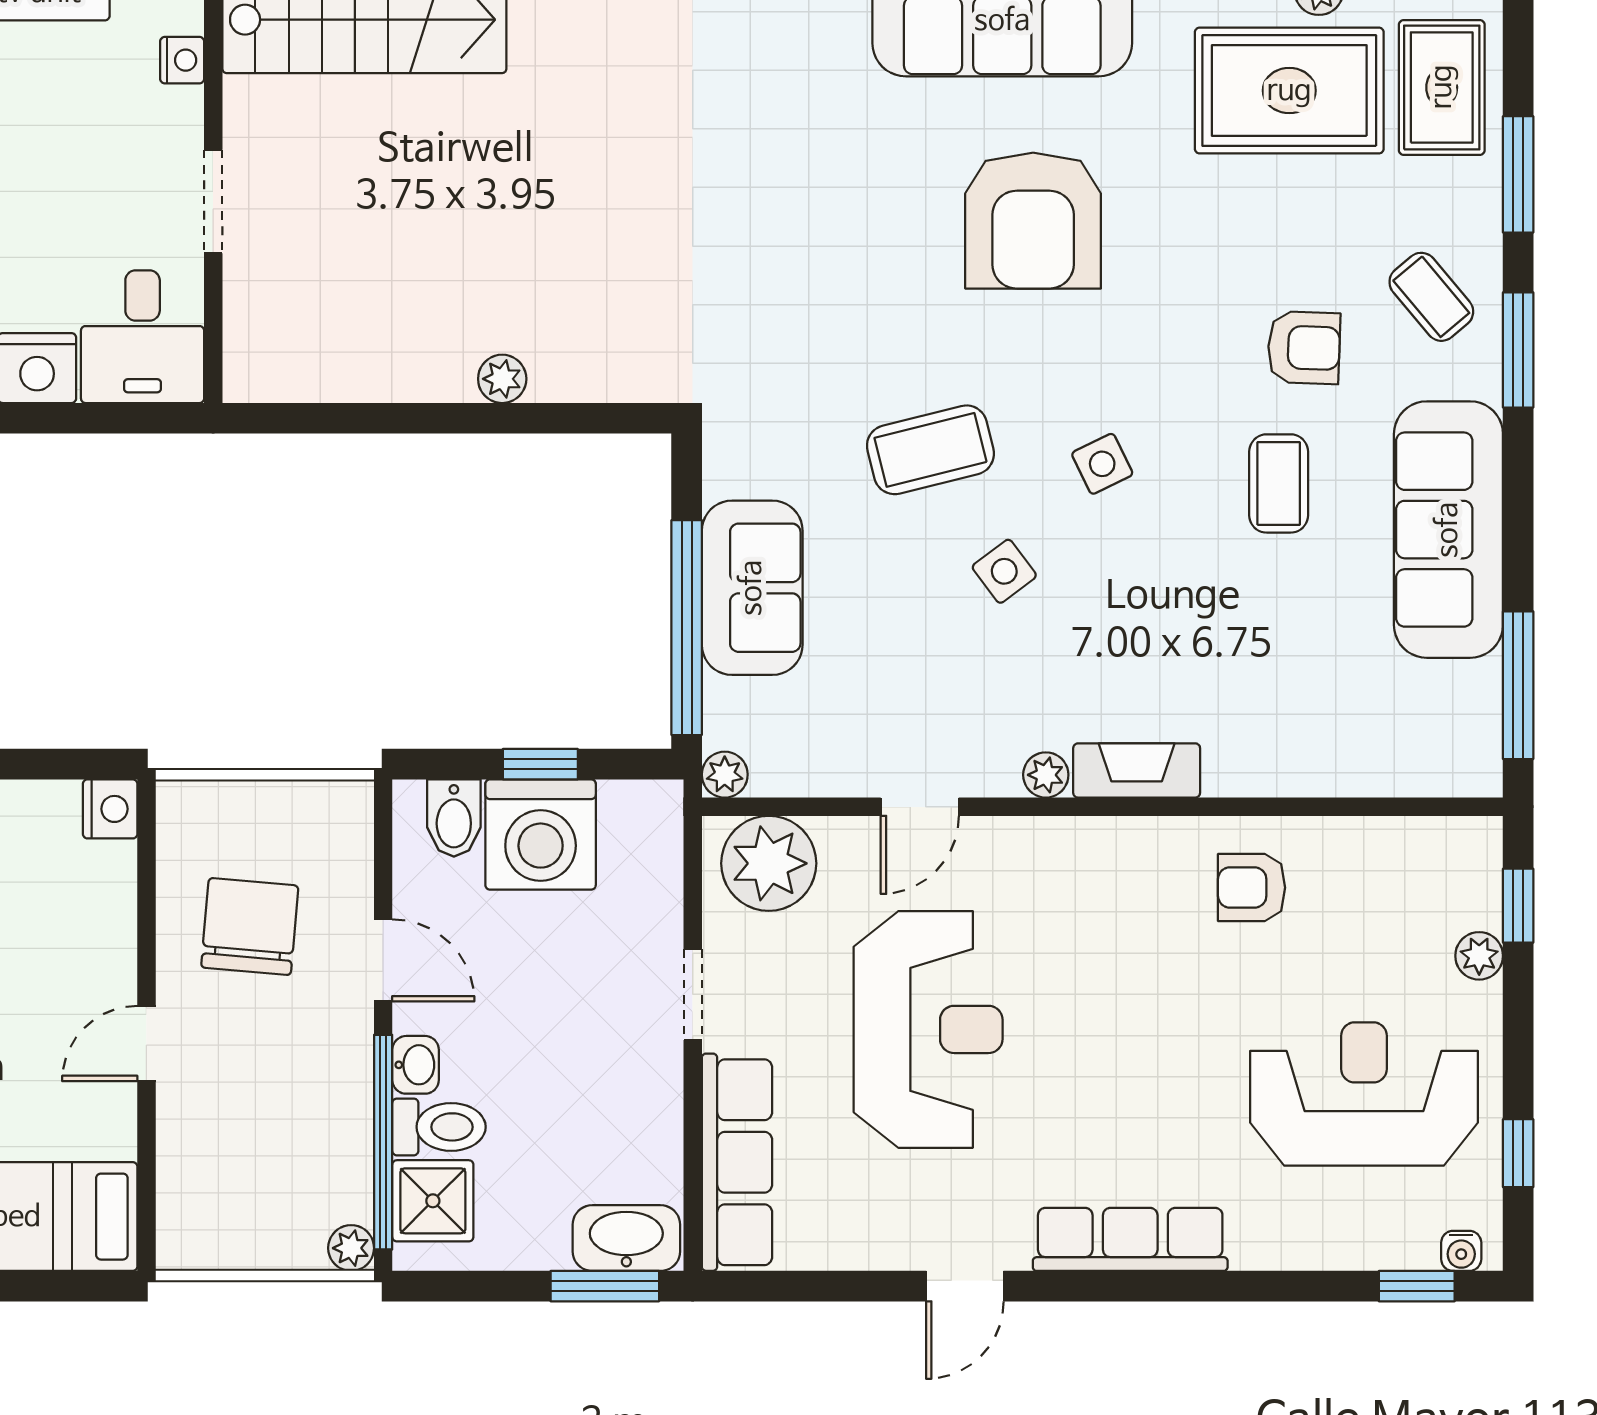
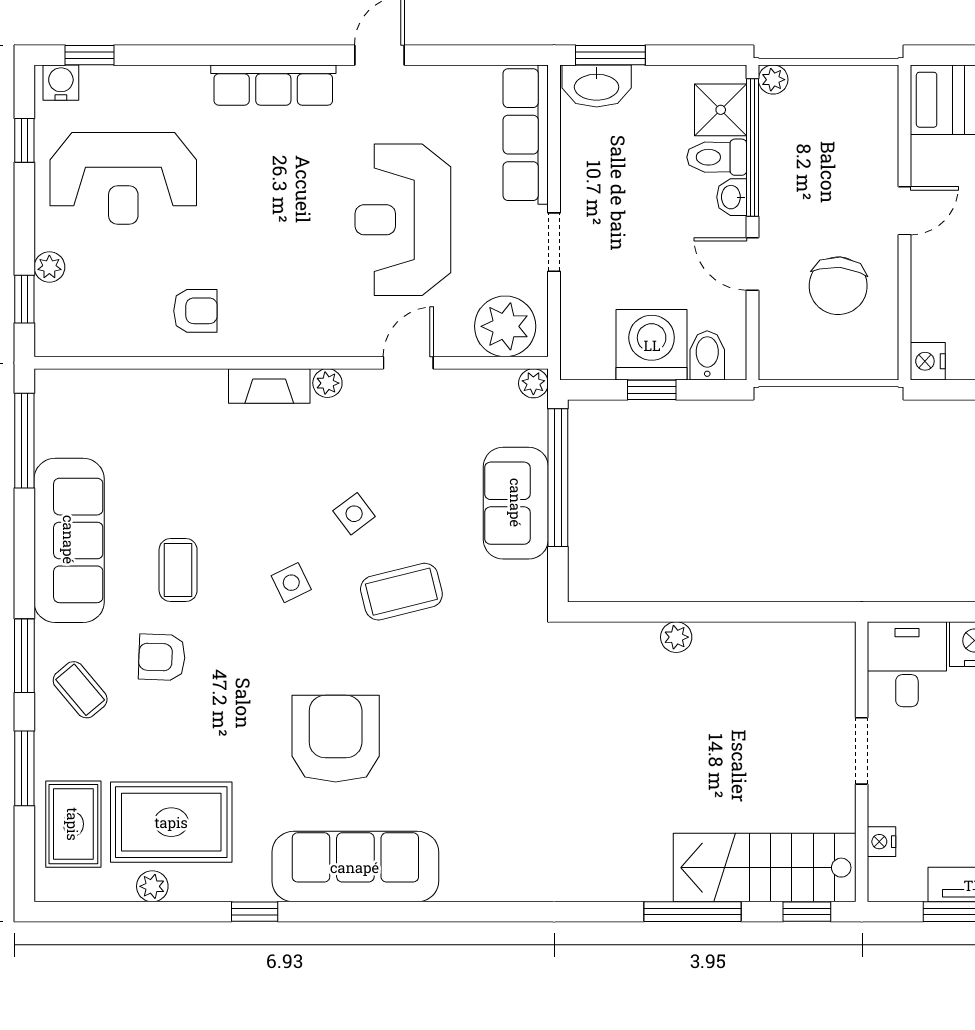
water cooler: (1461, 1251) -> (61, 83), width x1.38, depth x1.38

